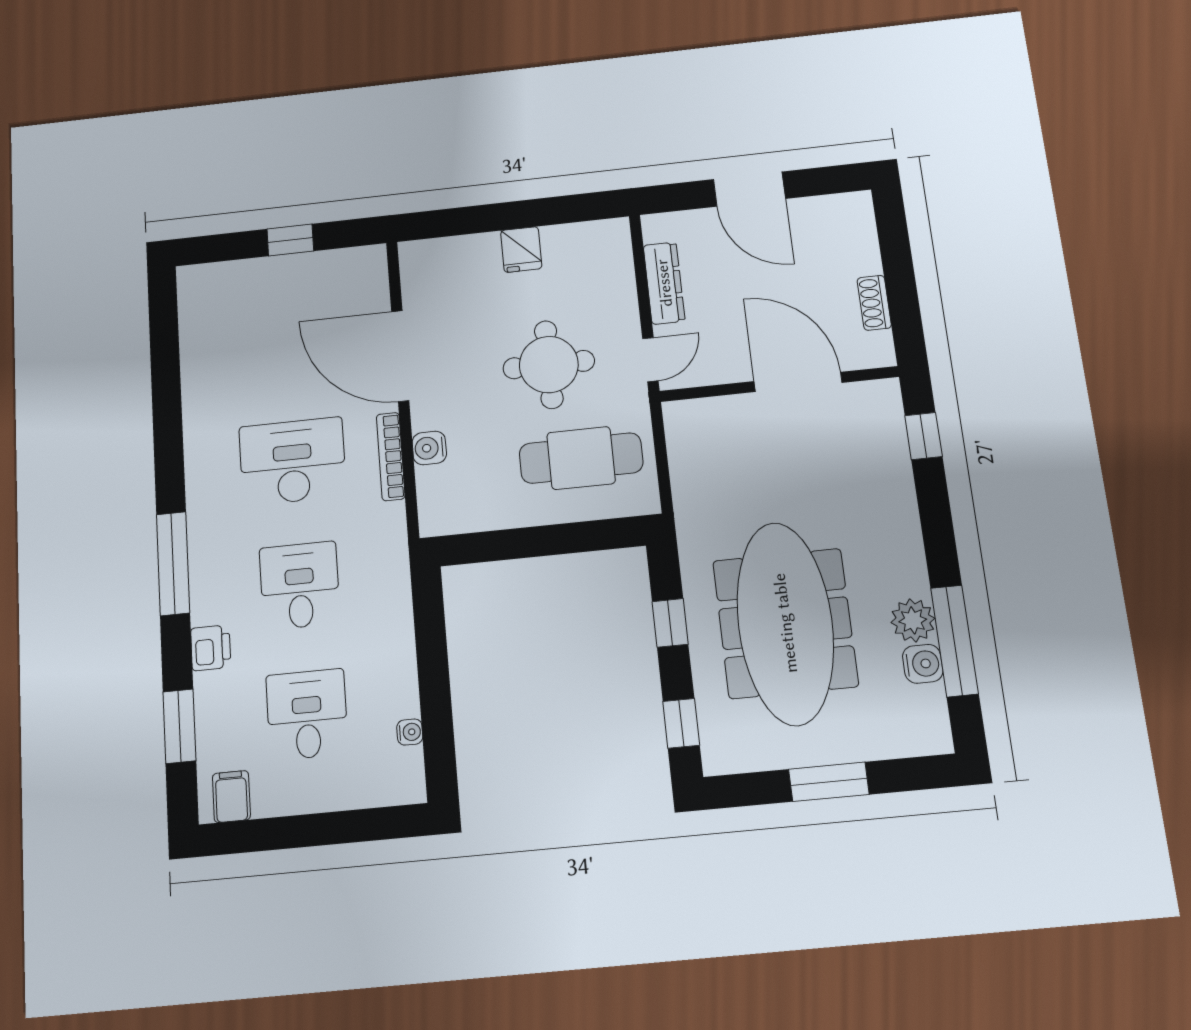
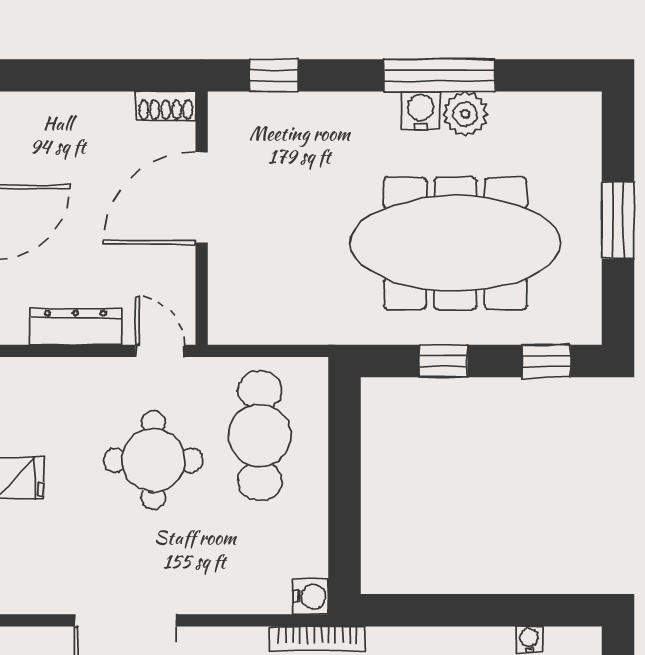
shoe rack: (874, 303) -> (166, 106), moved
water cooler: (429, 448) -> (310, 597), moved, turned -90
bookcase: (391, 456) -> (318, 639), moved
window: (954, 641) -> (439, 75), moved
water cooler: (923, 664) -> (420, 110), moved

